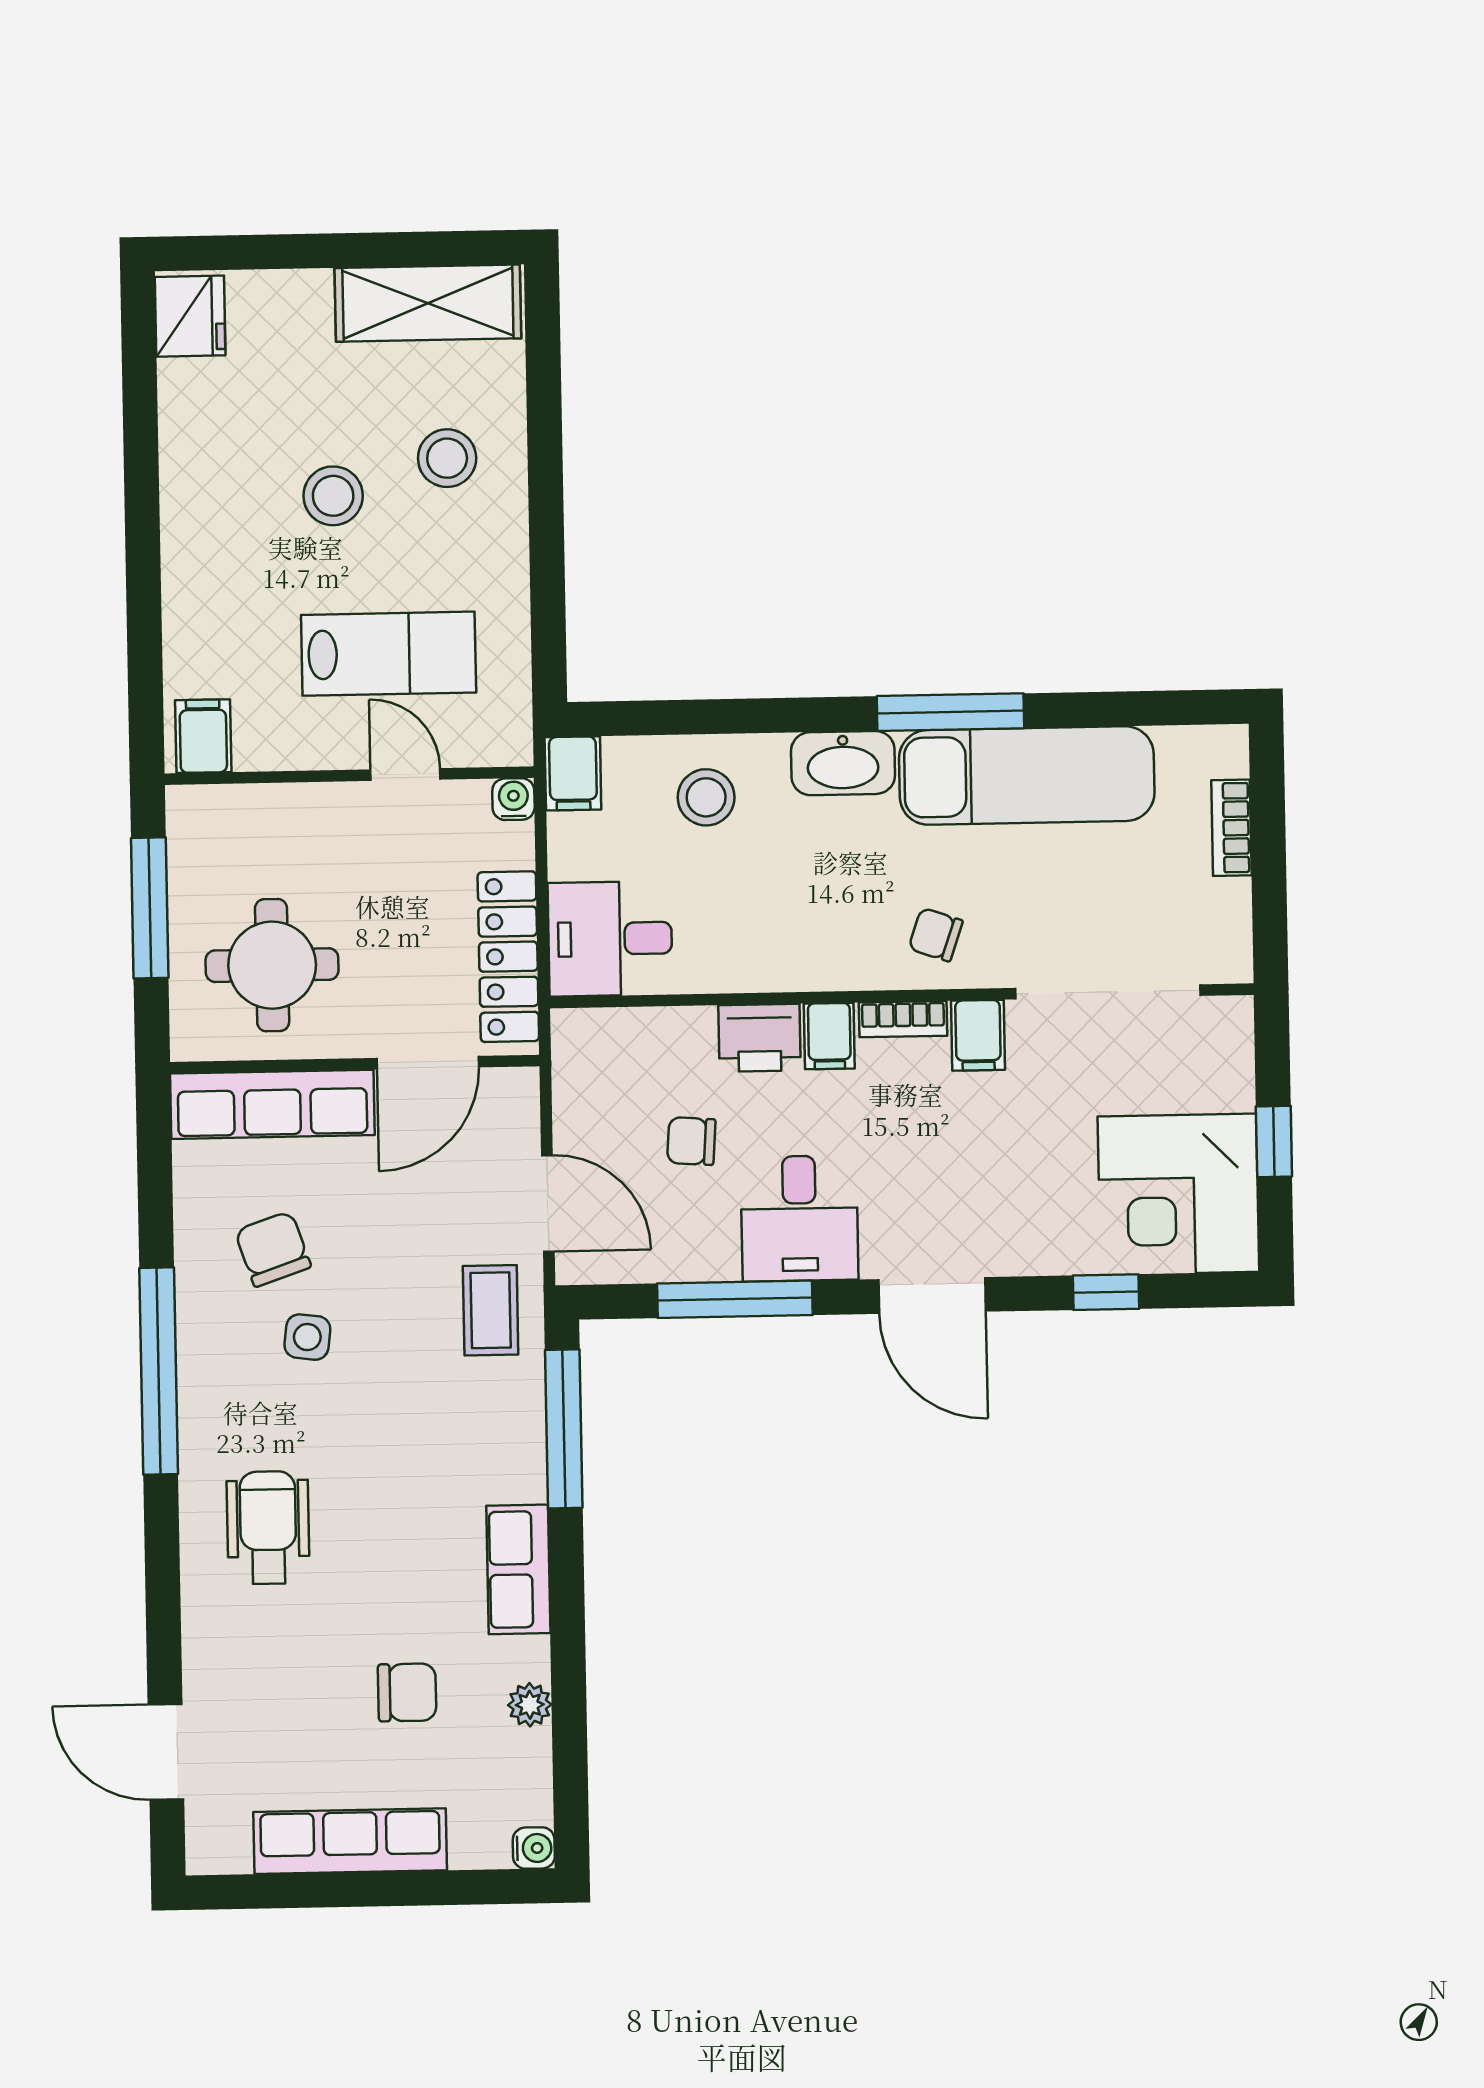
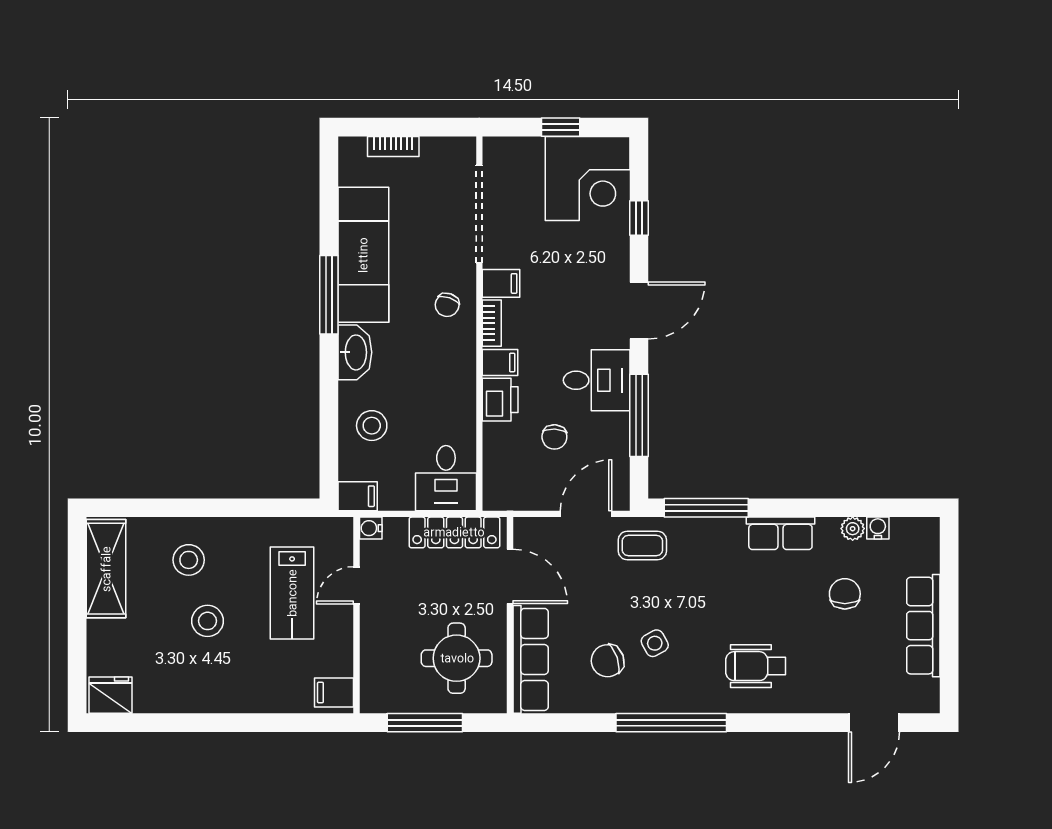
lab bench: (389, 654) -> (292, 593), turned 180
side table: (307, 1337) -> (655, 643), turned -36
water cooler: (534, 1848) -> (878, 528), moved

